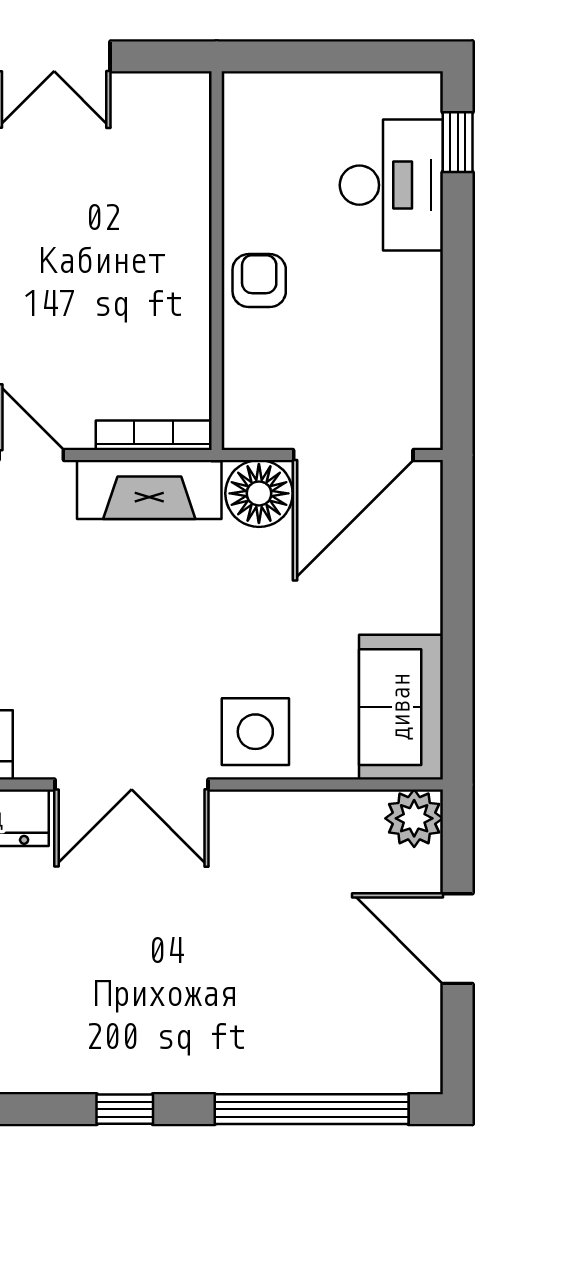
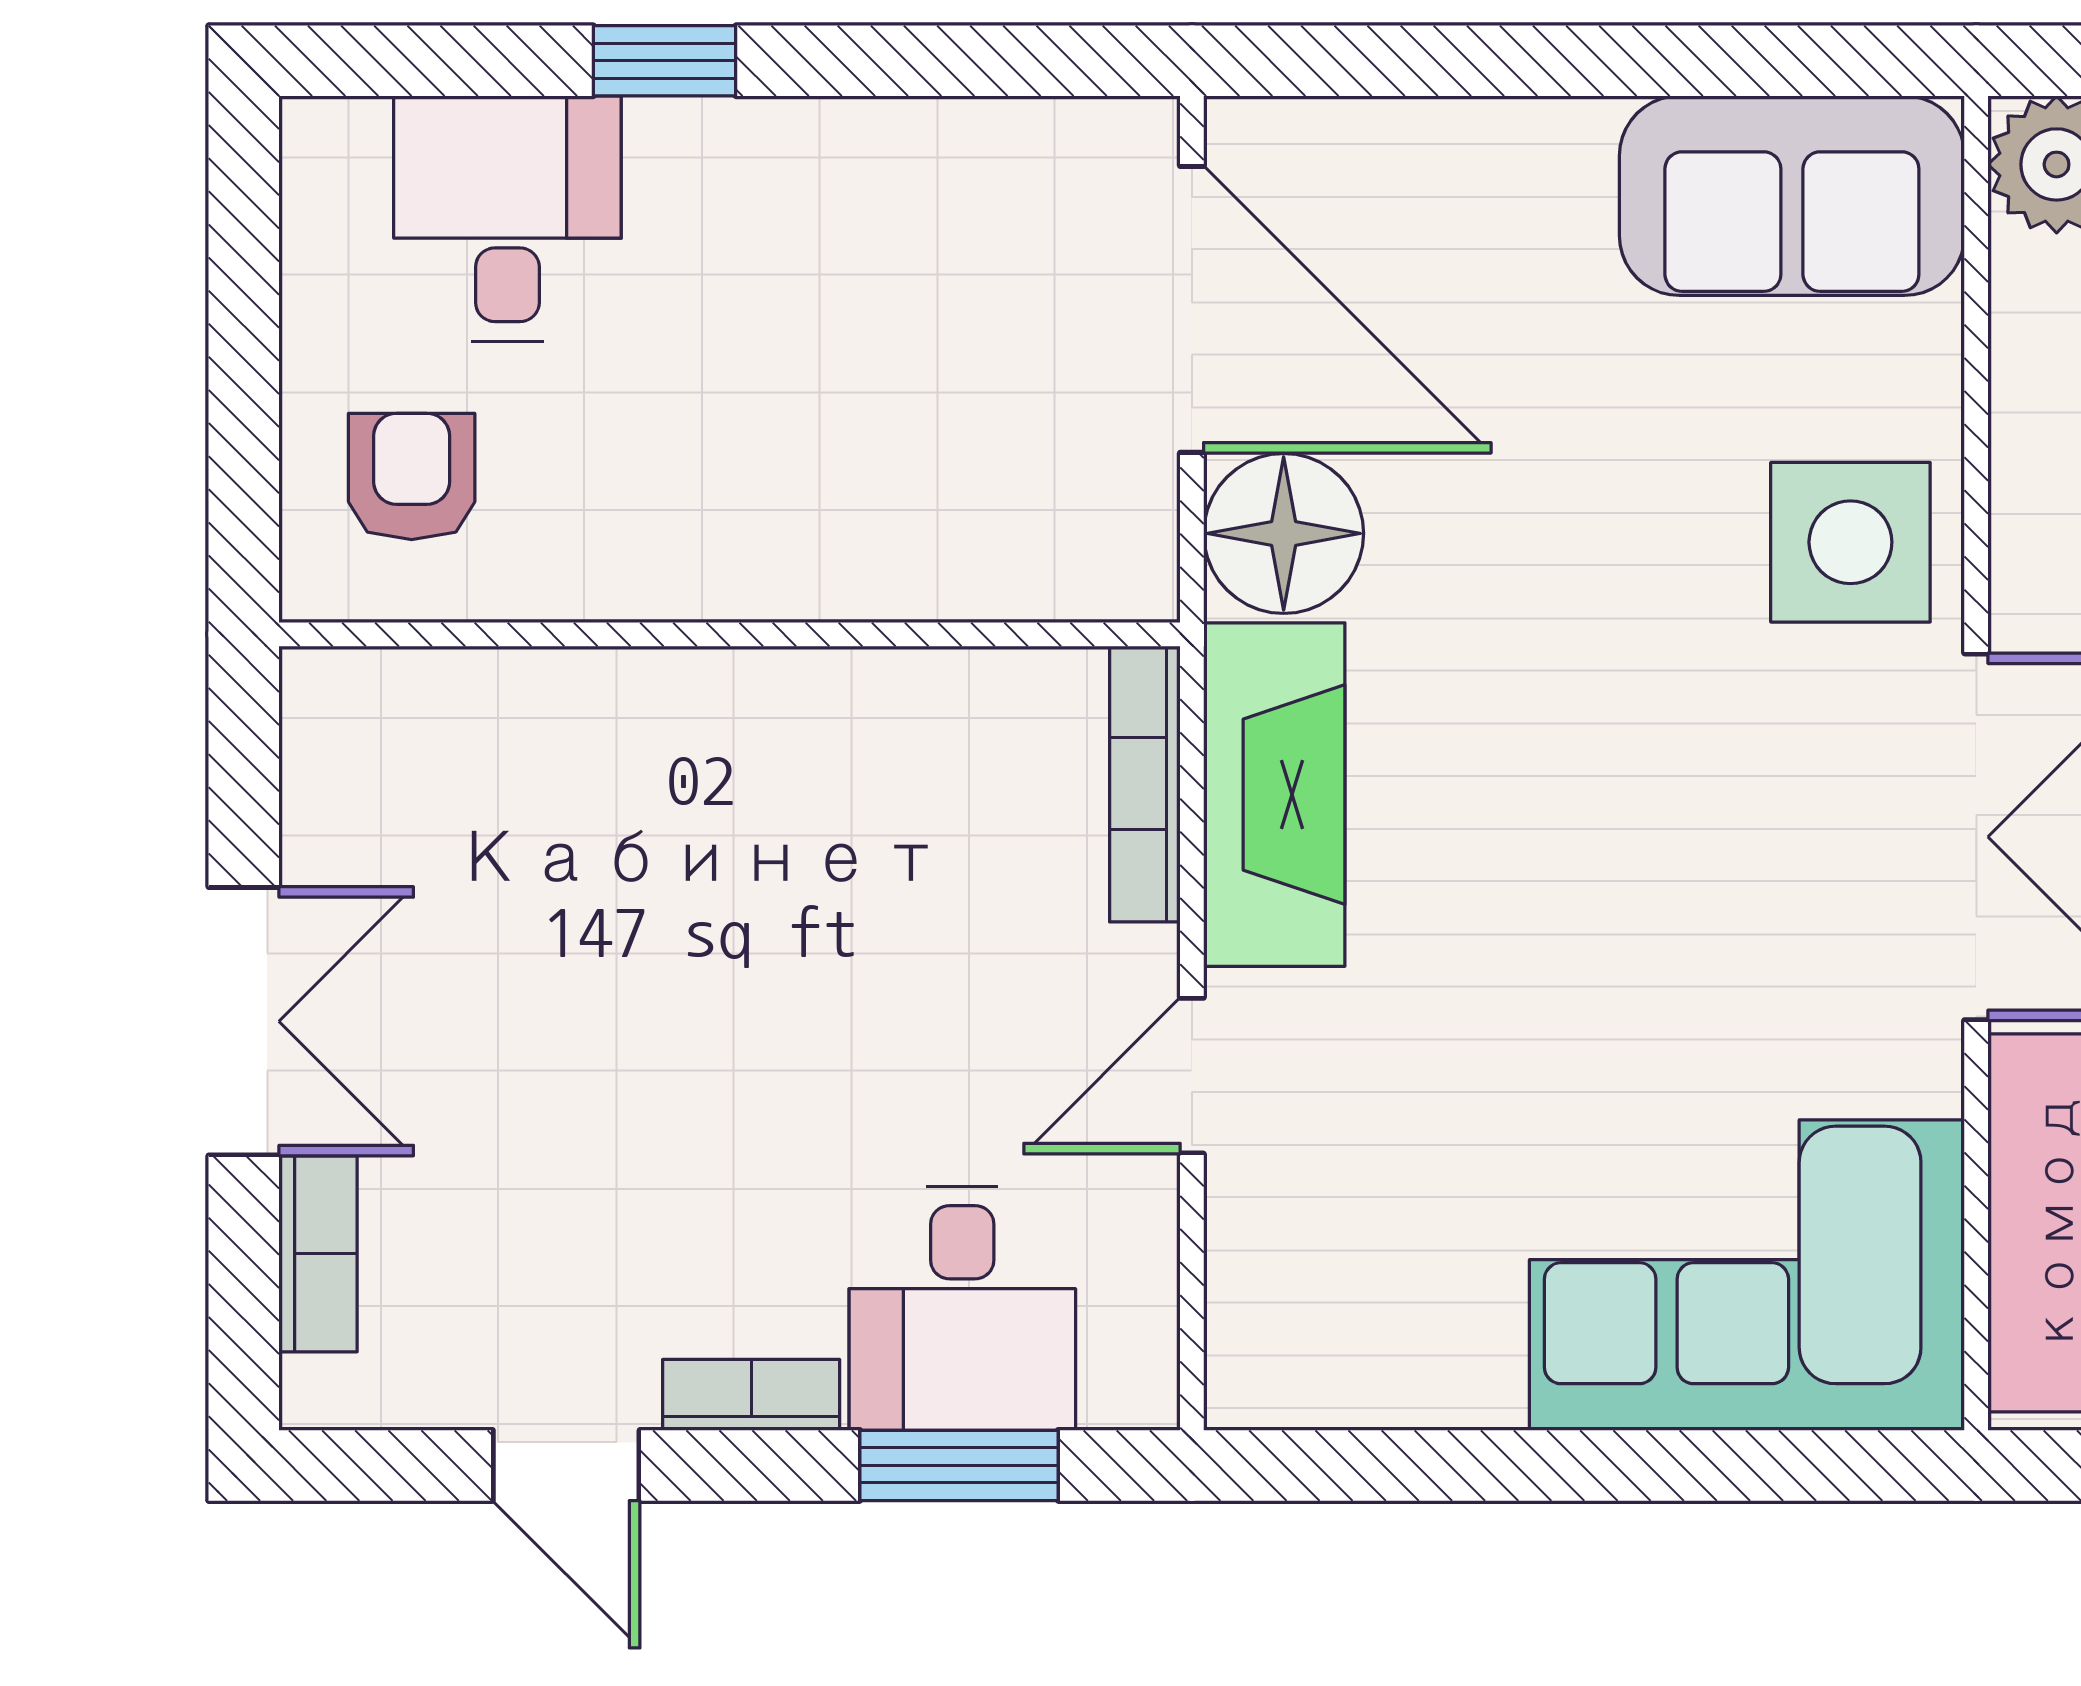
window: (458, 142) -> (665, 61), moved
desk: (391, 185) -> (507, 219), width x0.73
armchair: (259, 281) -> (412, 476), moved, turned 90

